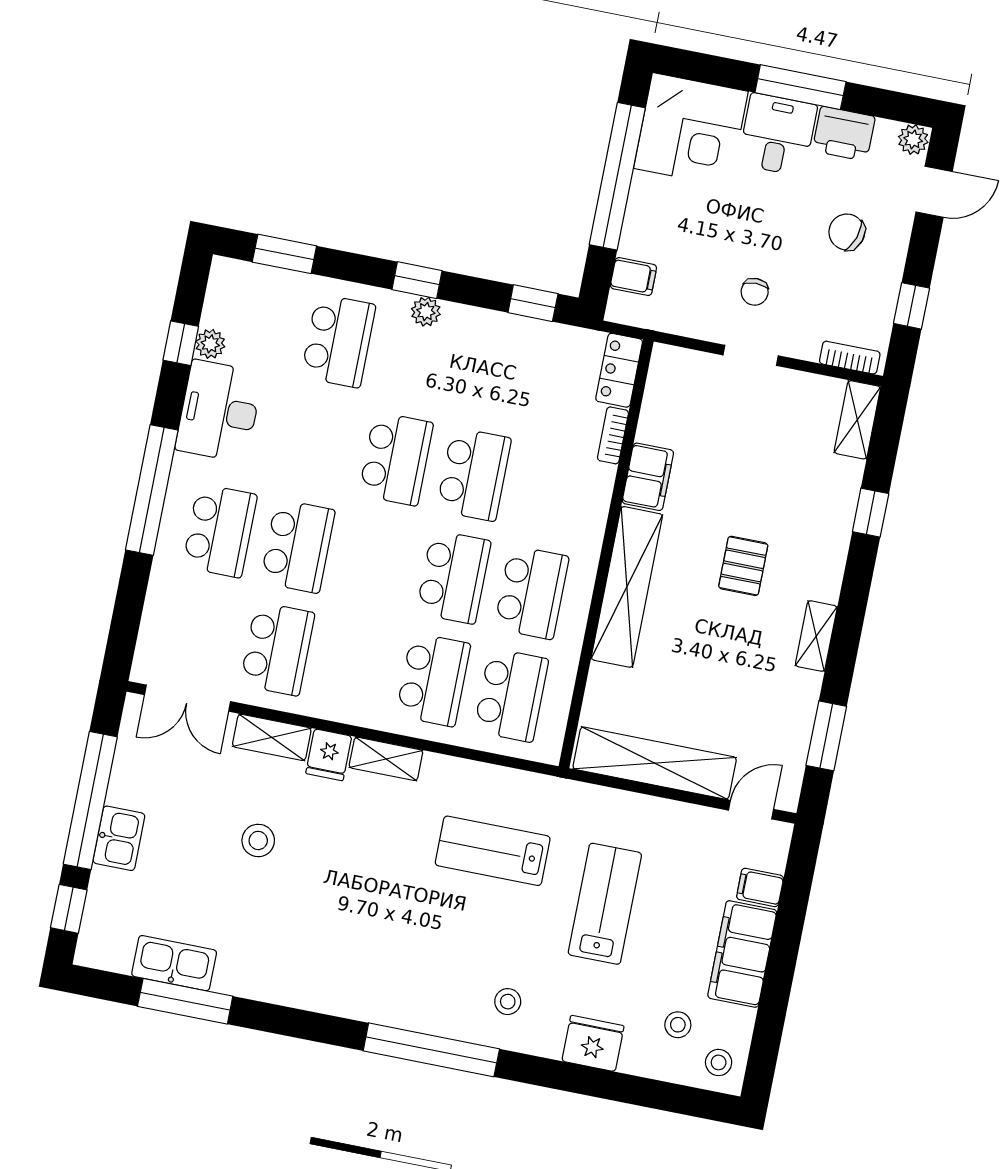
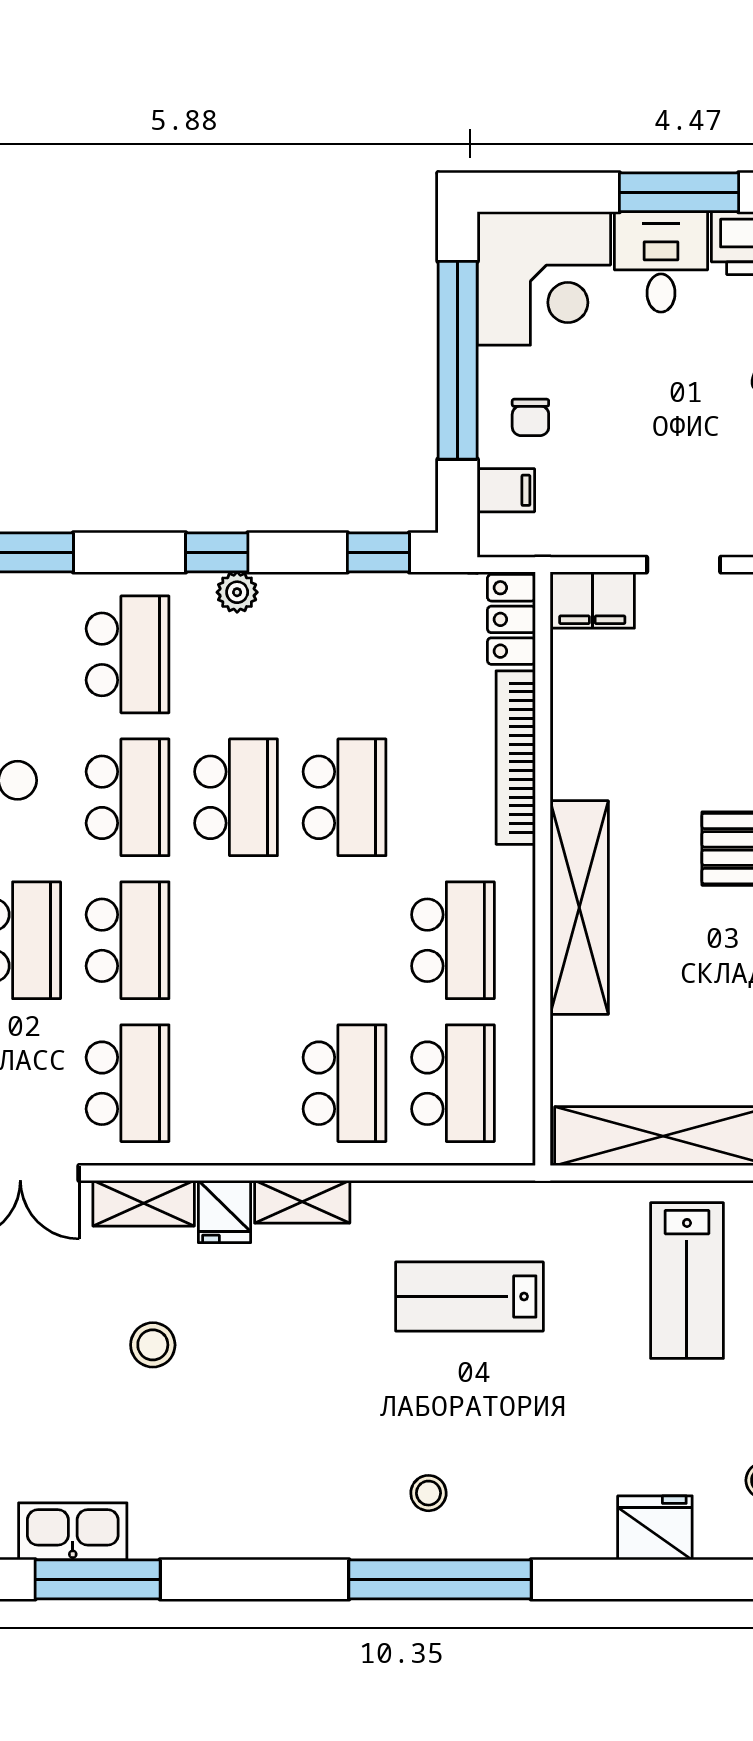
chair: (755, 292) -> (530, 417), moved
bookcase: (613, 435) -> (516, 758), width x2.31, depth x1.31
filing cabinet: (648, 477) -> (592, 600), moved, turned 90
school desk: (454, 577) -> (128, 797), moved
lab bench: (605, 904) -> (687, 1281), moved, turned 180
stool: (508, 1002) -> (428, 1493), moved

